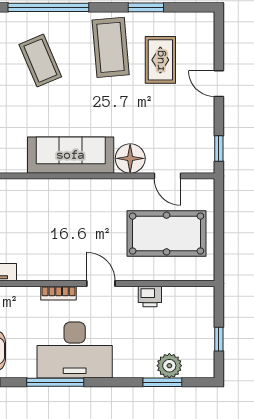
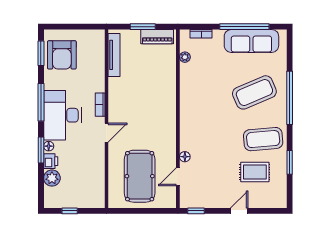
coffee table: (40, 61) -> (254, 92), width x1.36, depth x1.32
sofa: (71, 155) -> (192, 113), removed
floor lamp: (130, 158) -> (185, 157), width x0.53, depth x0.53
printer: (150, 296) -> (51, 161), moved, turned 180
floor lamp: (121, 371) -> (49, 146), added
window: (162, 382) -> (41, 150), moved

